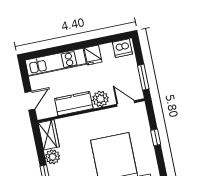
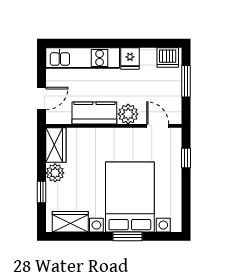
window: (143, 77) -> (186, 81), moved
window: (156, 137) -> (186, 158), moved

